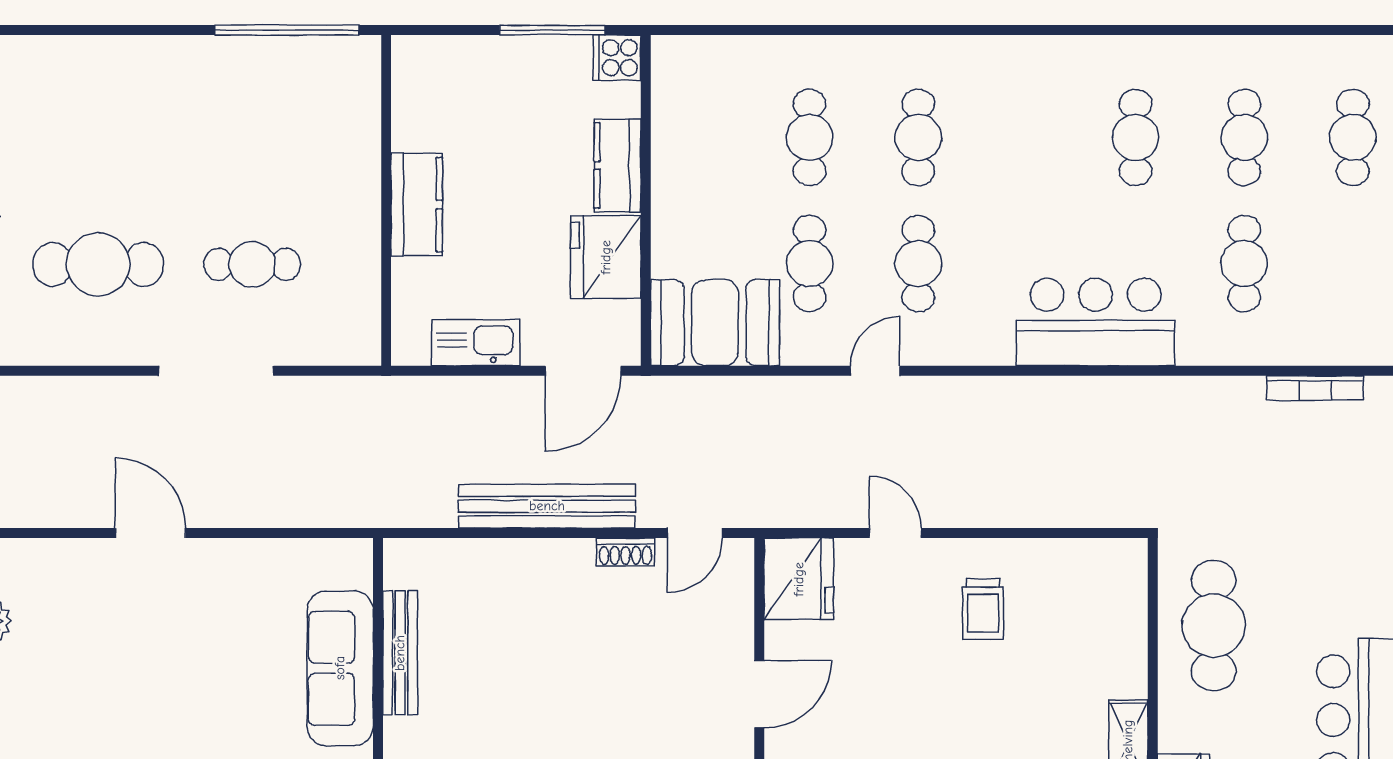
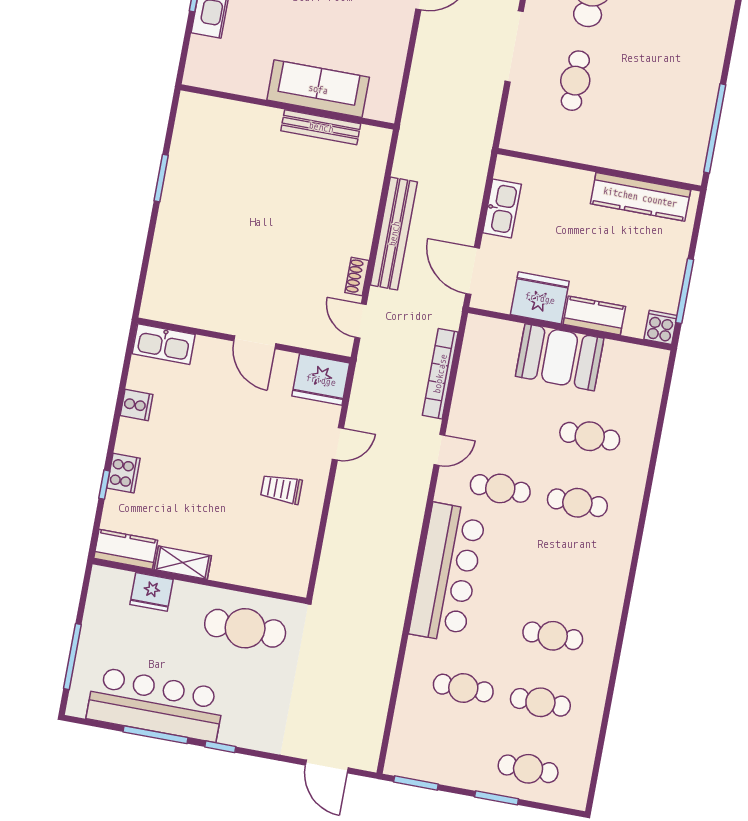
kitchen counter: (417, 205) -> (640, 197), moved, width x1.50
cafe table: (810, 263) -> (513, 422), removed
bar counter: (1096, 322) -> (448, 573), width x1.36
booth: (715, 323) -> (560, 357), moved, turned 90
door: (875, 371) -> (439, 450), hinge flipped
bookcase: (1315, 388) -> (440, 374), moved, width x1.48, depth x1.31

